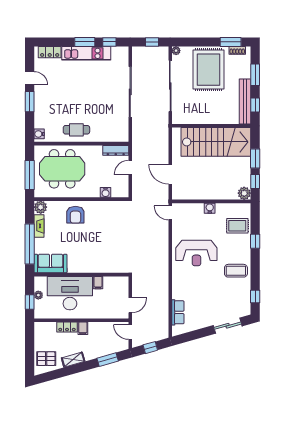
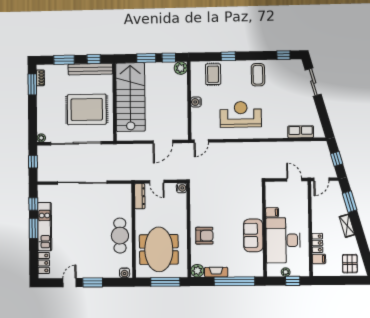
rug: (208, 70) -> (87, 109), moved
cafe table: (76, 130) -> (120, 236), width x1.37, depth x1.35
water cooler: (106, 192) -> (181, 188), moved
reception desk: (196, 253) -> (241, 114), turned -90
sofa: (51, 264) -> (253, 235), moved
filing cabinet: (83, 328) -> (319, 259), moved
shelving: (73, 360) -> (347, 226), moved

